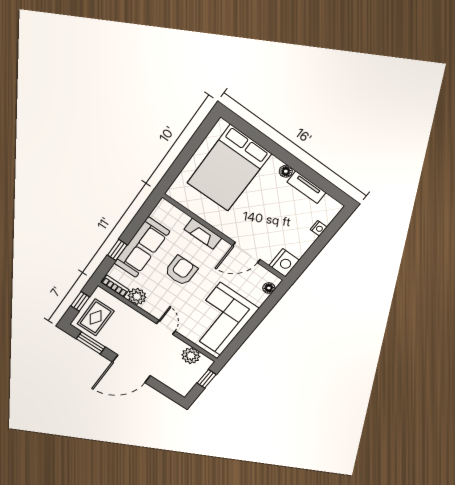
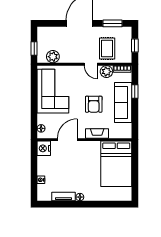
bed: (229, 168) -> (116, 164), moved, turned 180
rug: (96, 317) -> (107, 49), moved
door: (166, 327) -> (91, 64), moved

